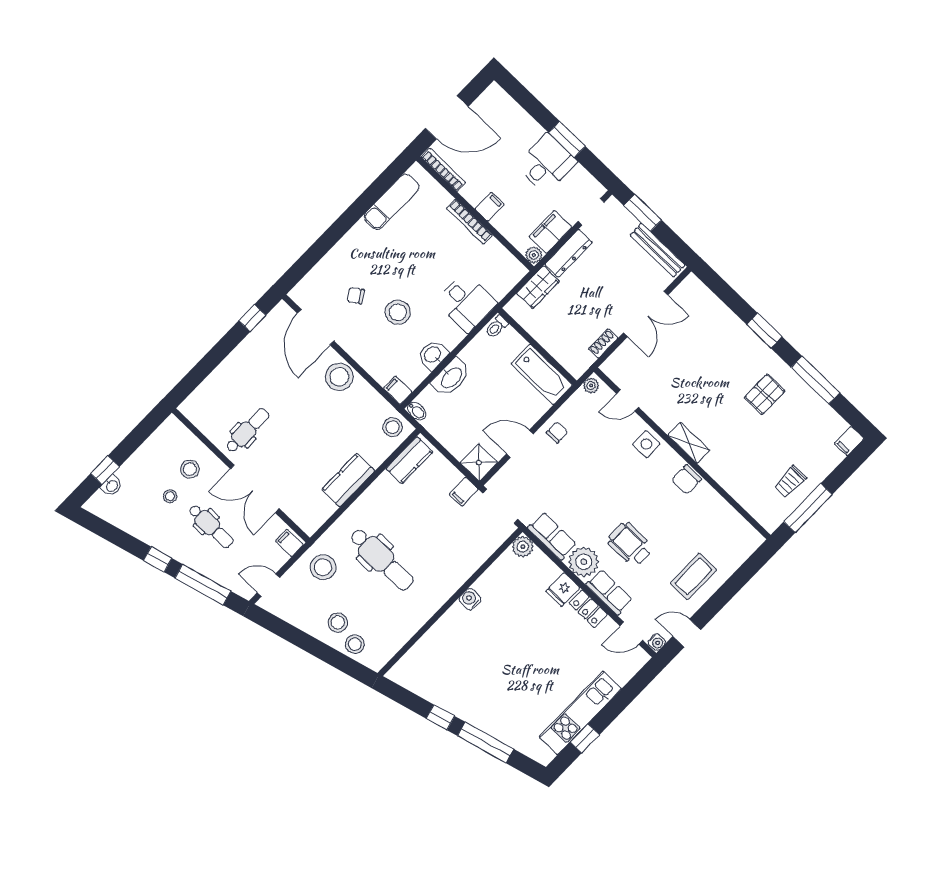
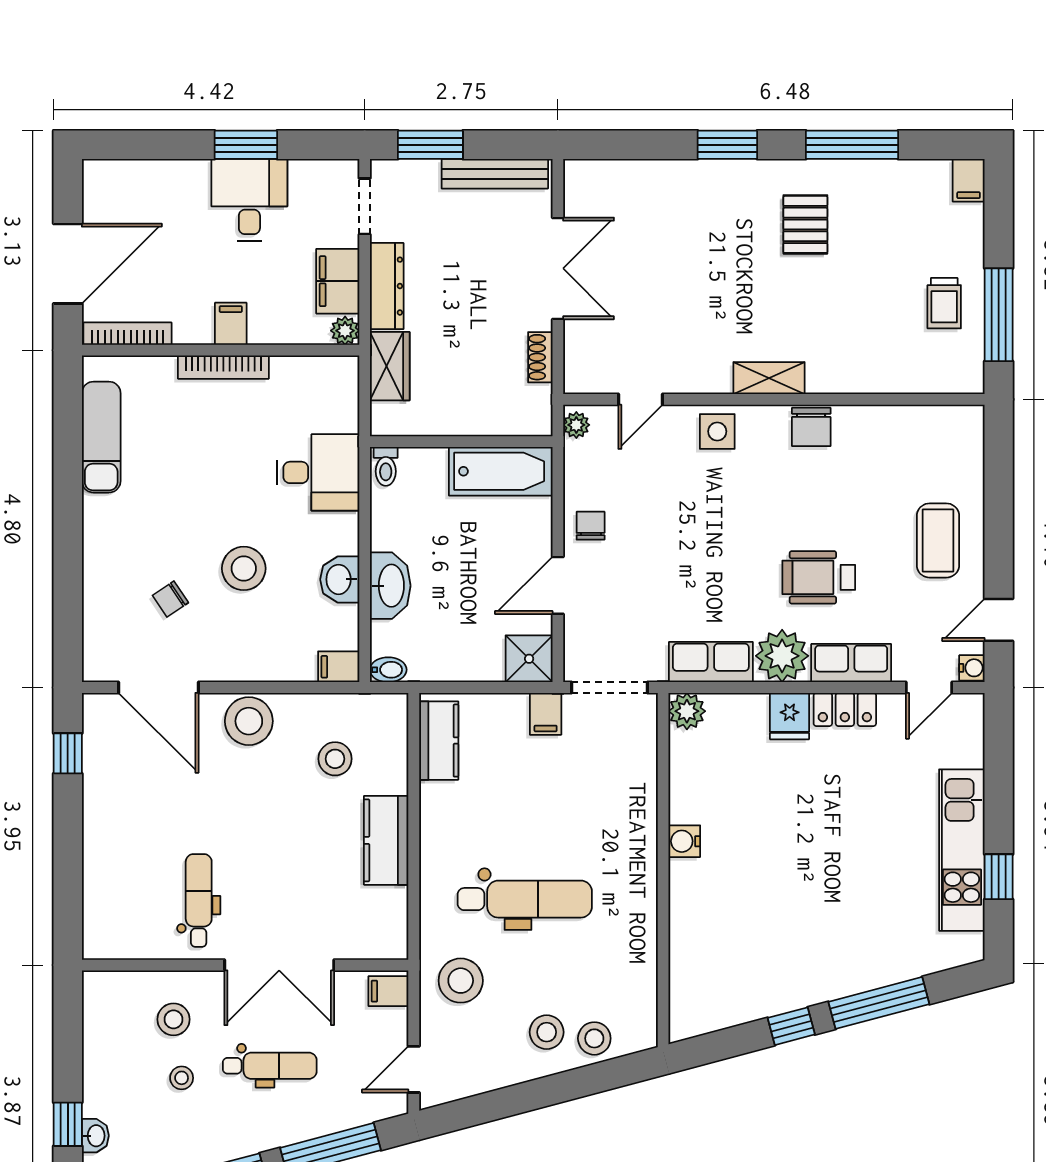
stool: (393, 427) -> (335, 759), moved

